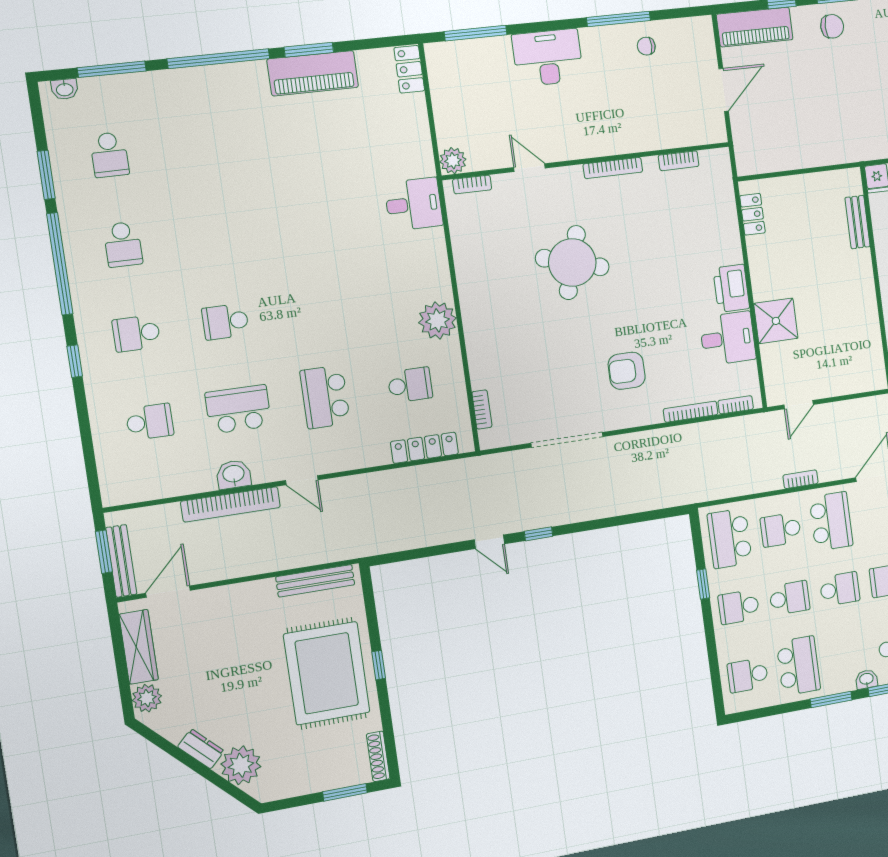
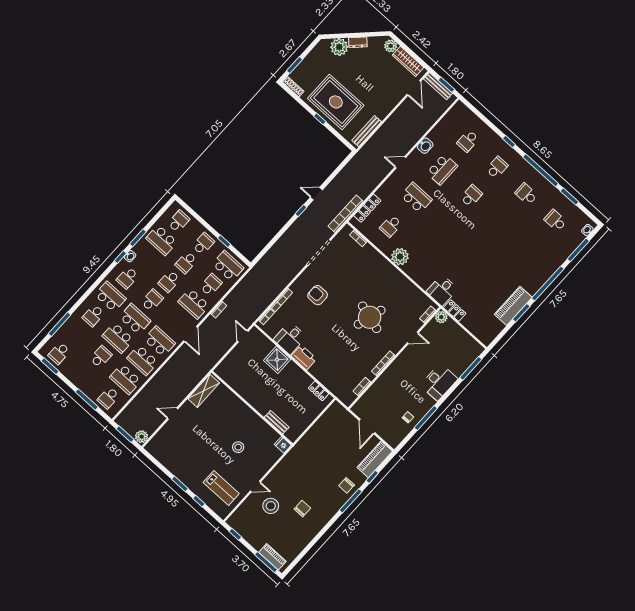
locker: (409, 69) -> (455, 310), moved
armchair: (627, 371) -> (318, 295), turned -90
bookcase: (231, 504) -> (346, 214), moved

